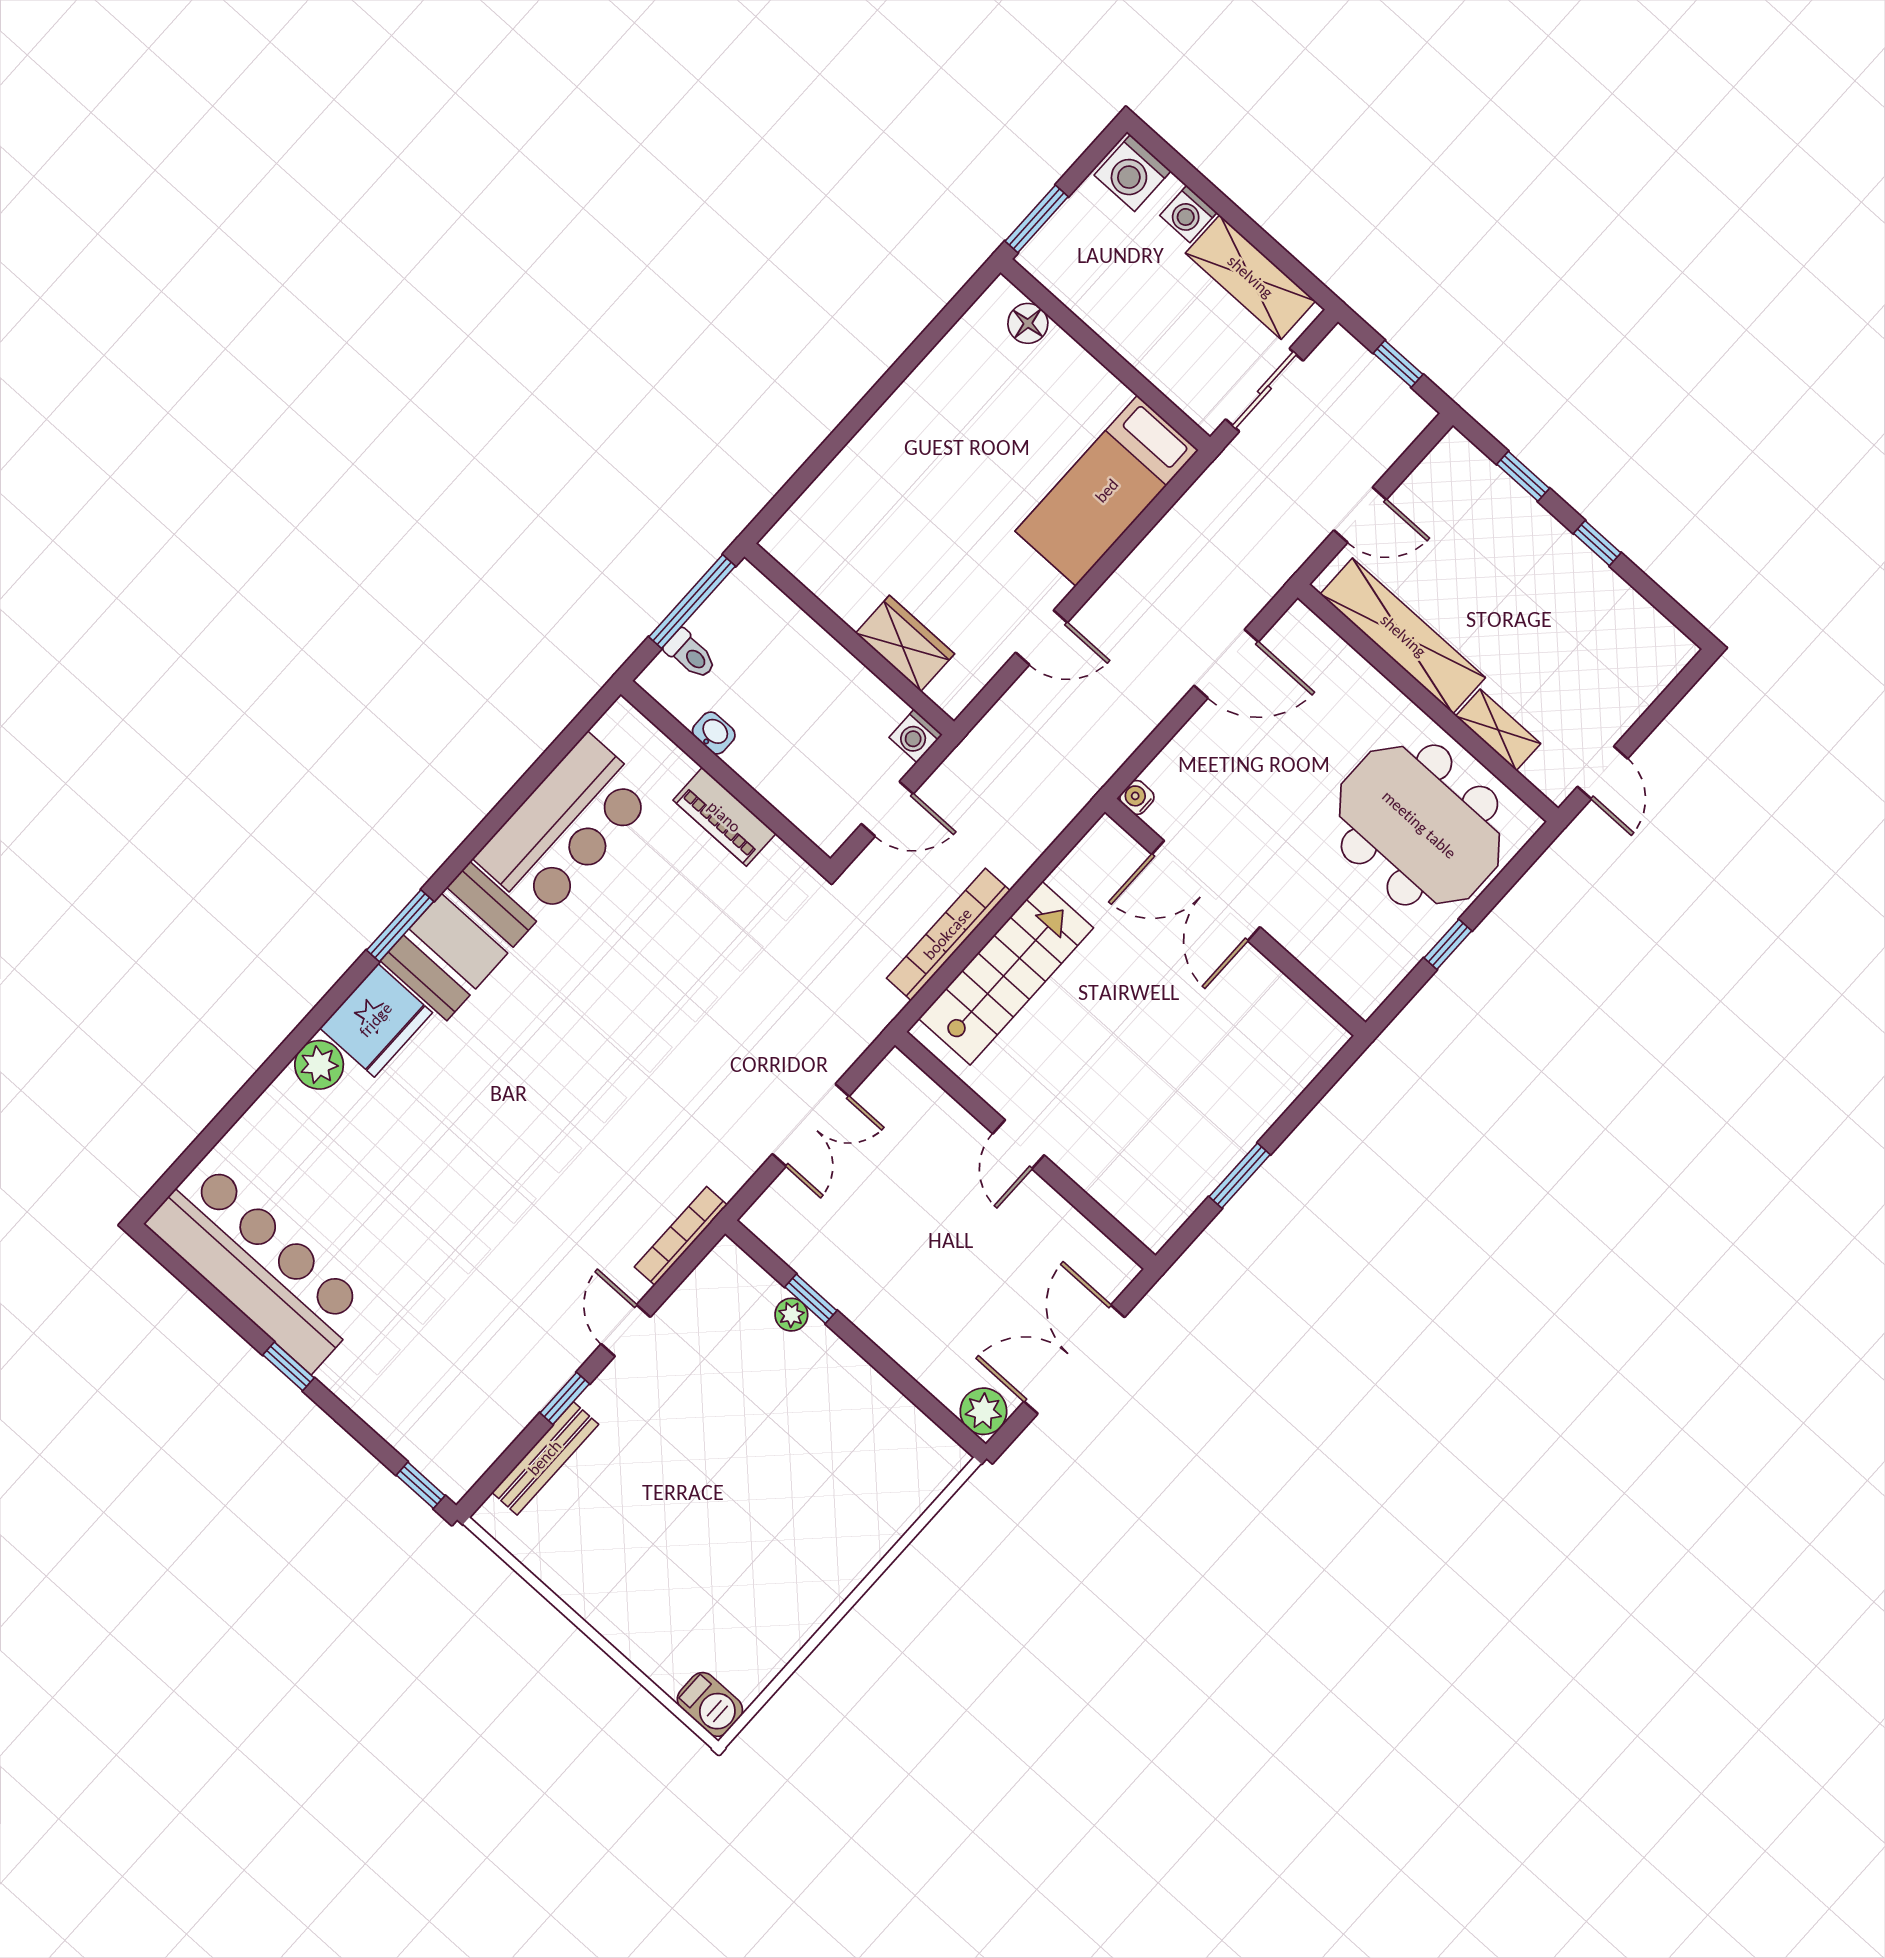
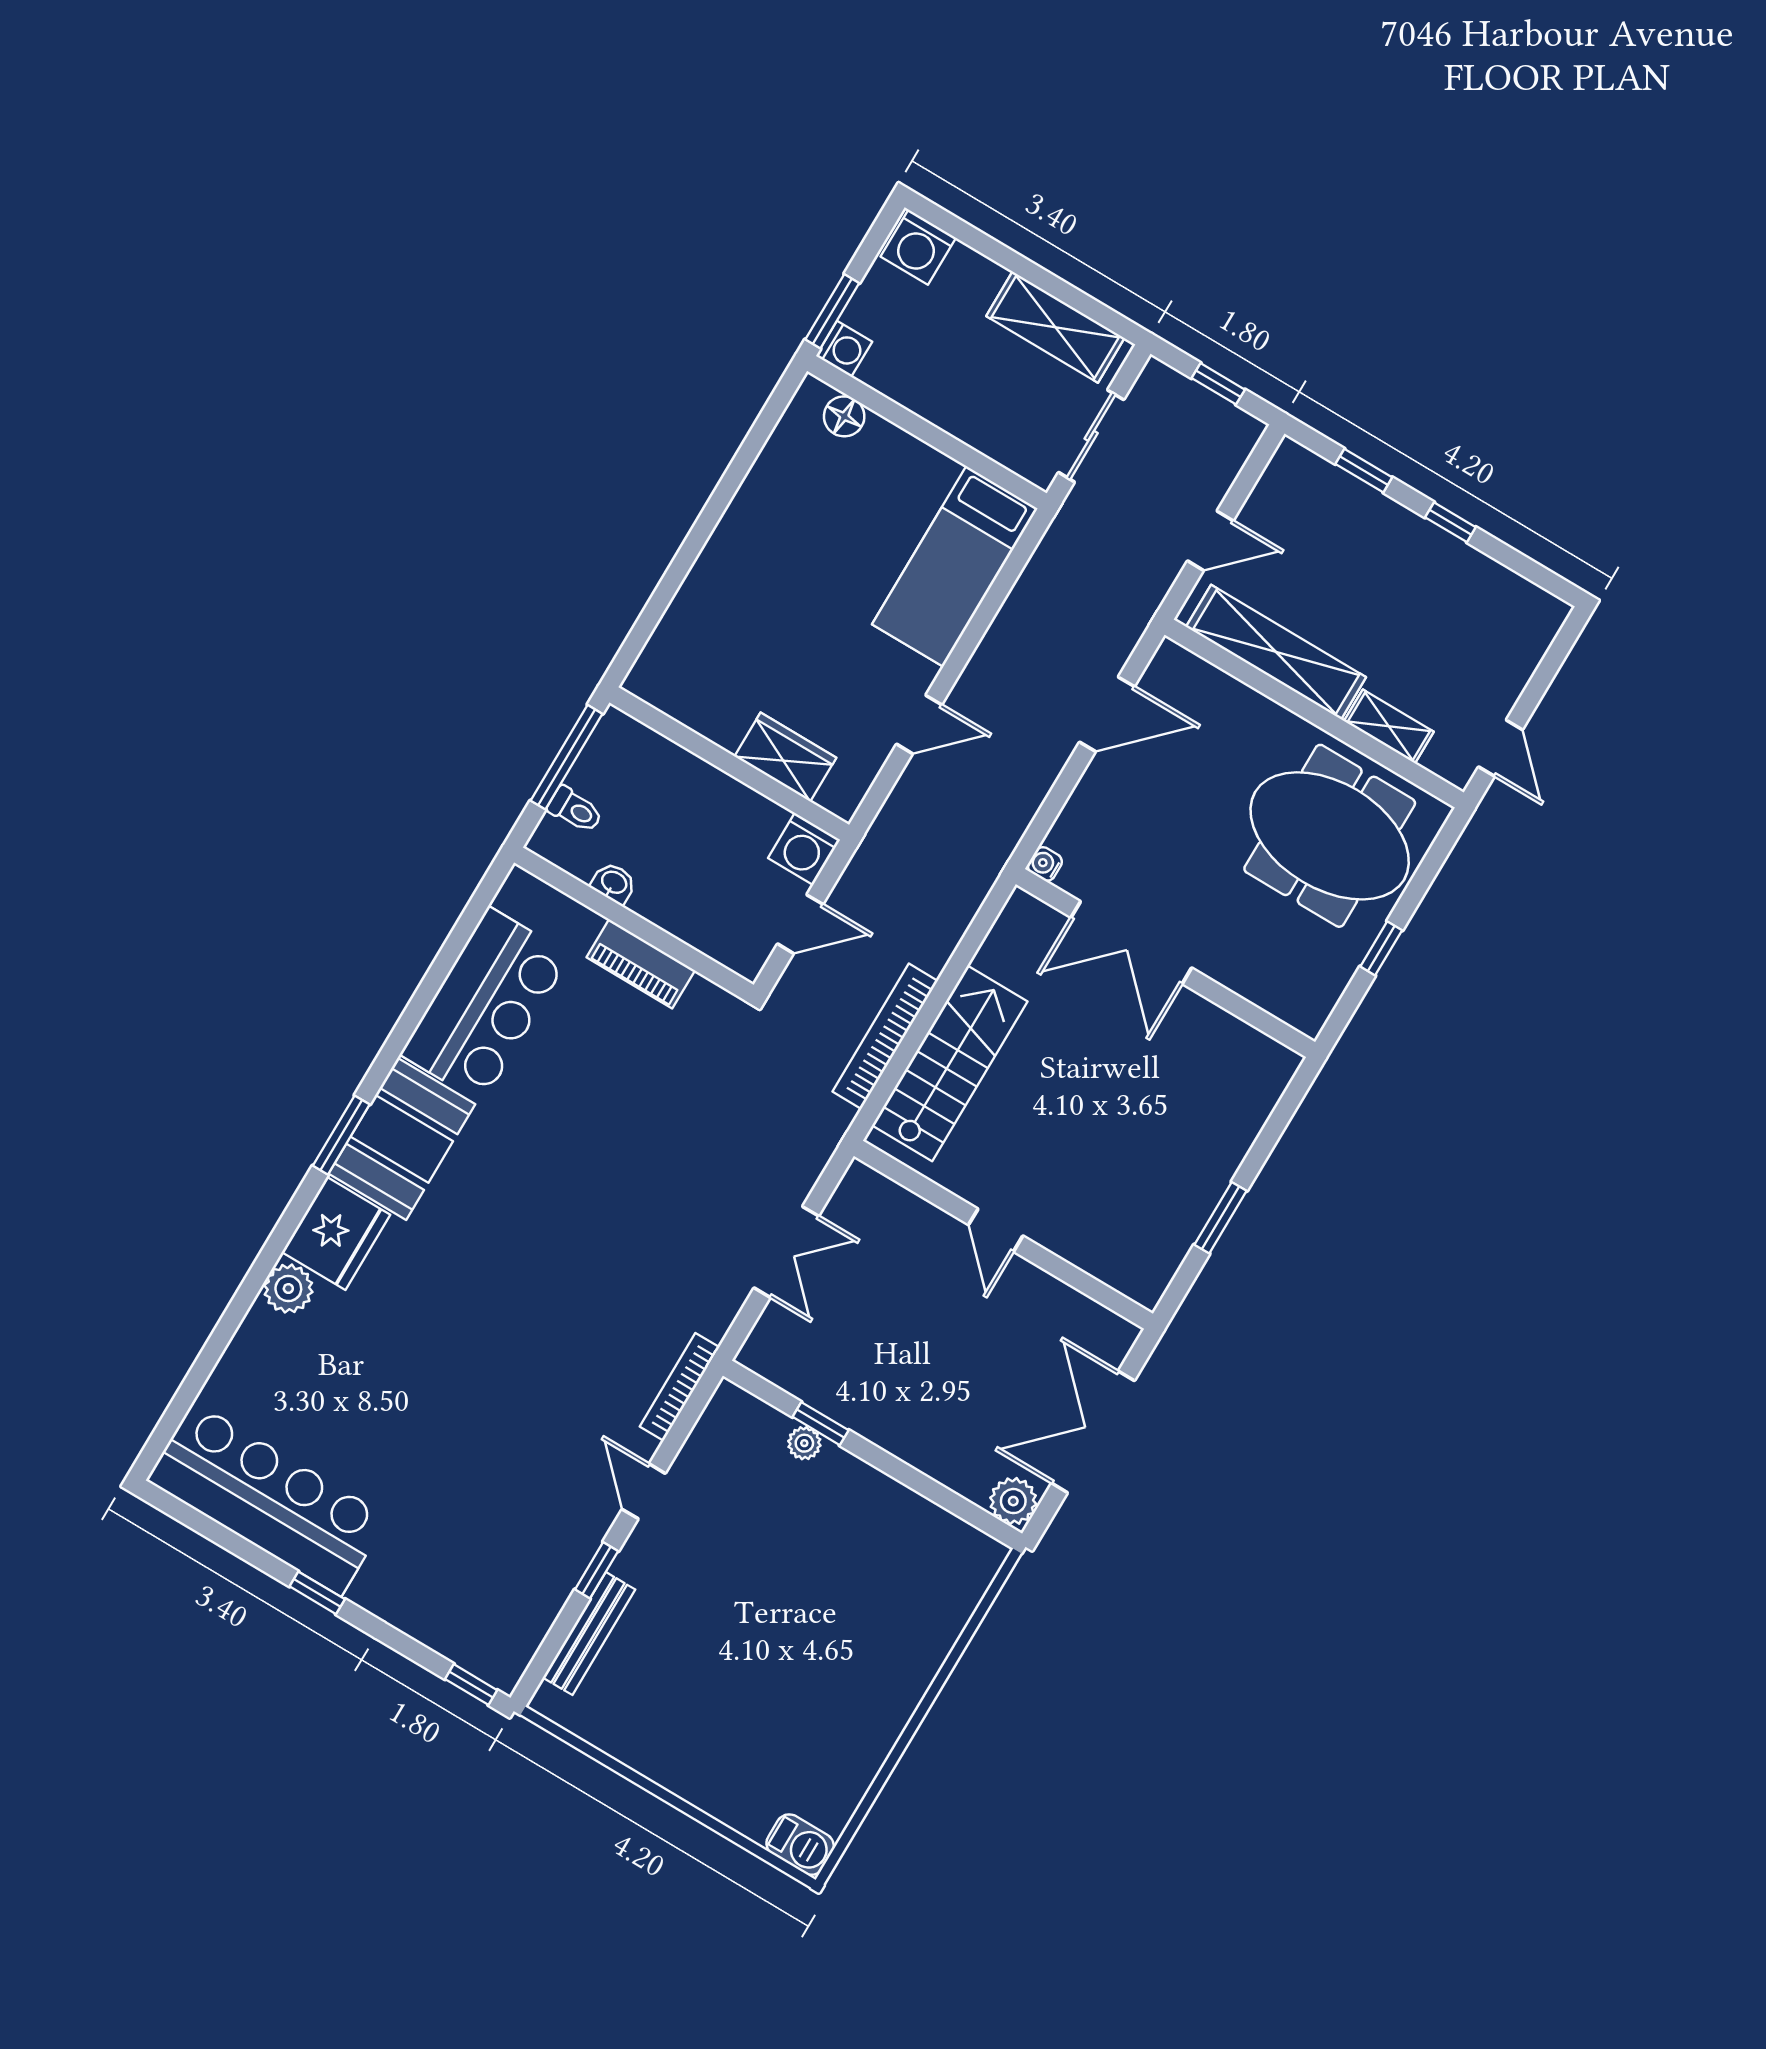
washing machine: (1188, 214) -> (844, 349), moved, turned -90
washing machine: (916, 736) -> (804, 849), width x1.38, depth x1.38

